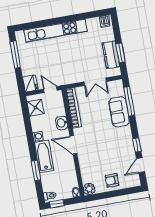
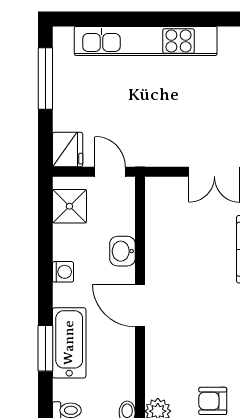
bookcase: (74, 108) -> (155, 222), removed
bathtub: (44, 156) -> (69, 343), moved

